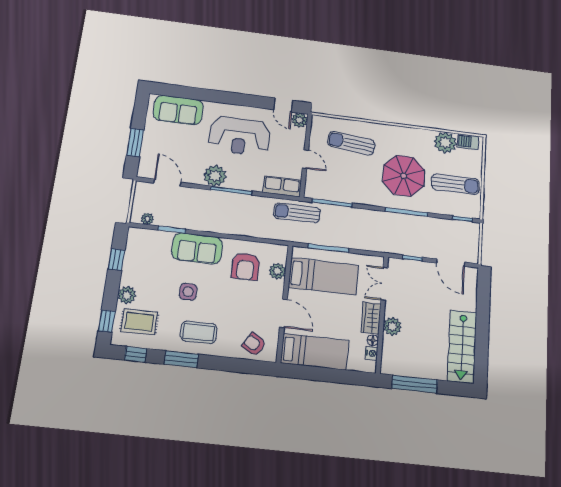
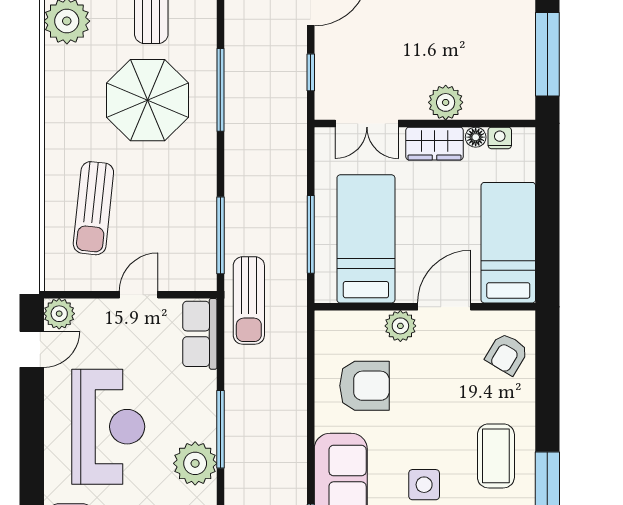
plant: (277, 271) -> (400, 326), moved

